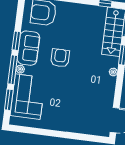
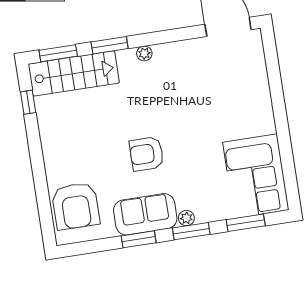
window: (13, 70) -> (191, 231), width x0.69
corner sofa: (28, 97) -> (256, 176), moved, turned -90

